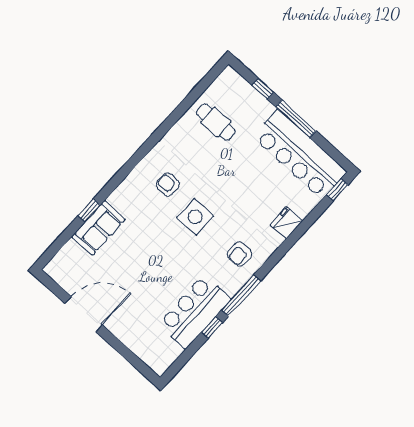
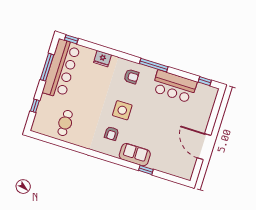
window: (296, 119) -> (47, 67), moved
sofa: (98, 228) -> (135, 155), moved
window: (212, 327) -> (205, 81), moved

